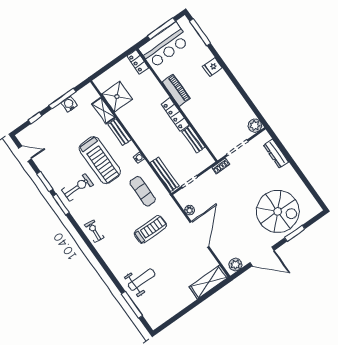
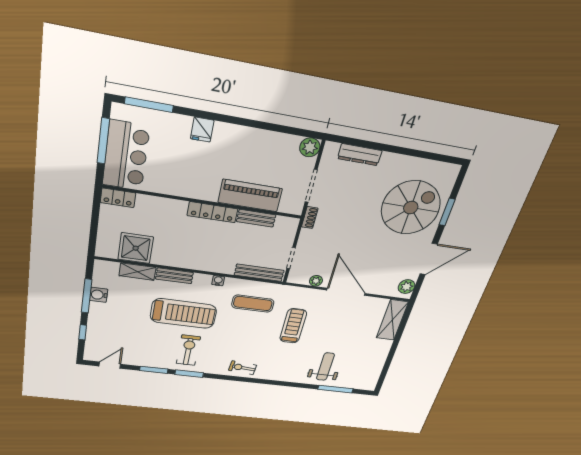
piano: (176, 90) -> (250, 196), moved, width x1.37, depth x1.33

